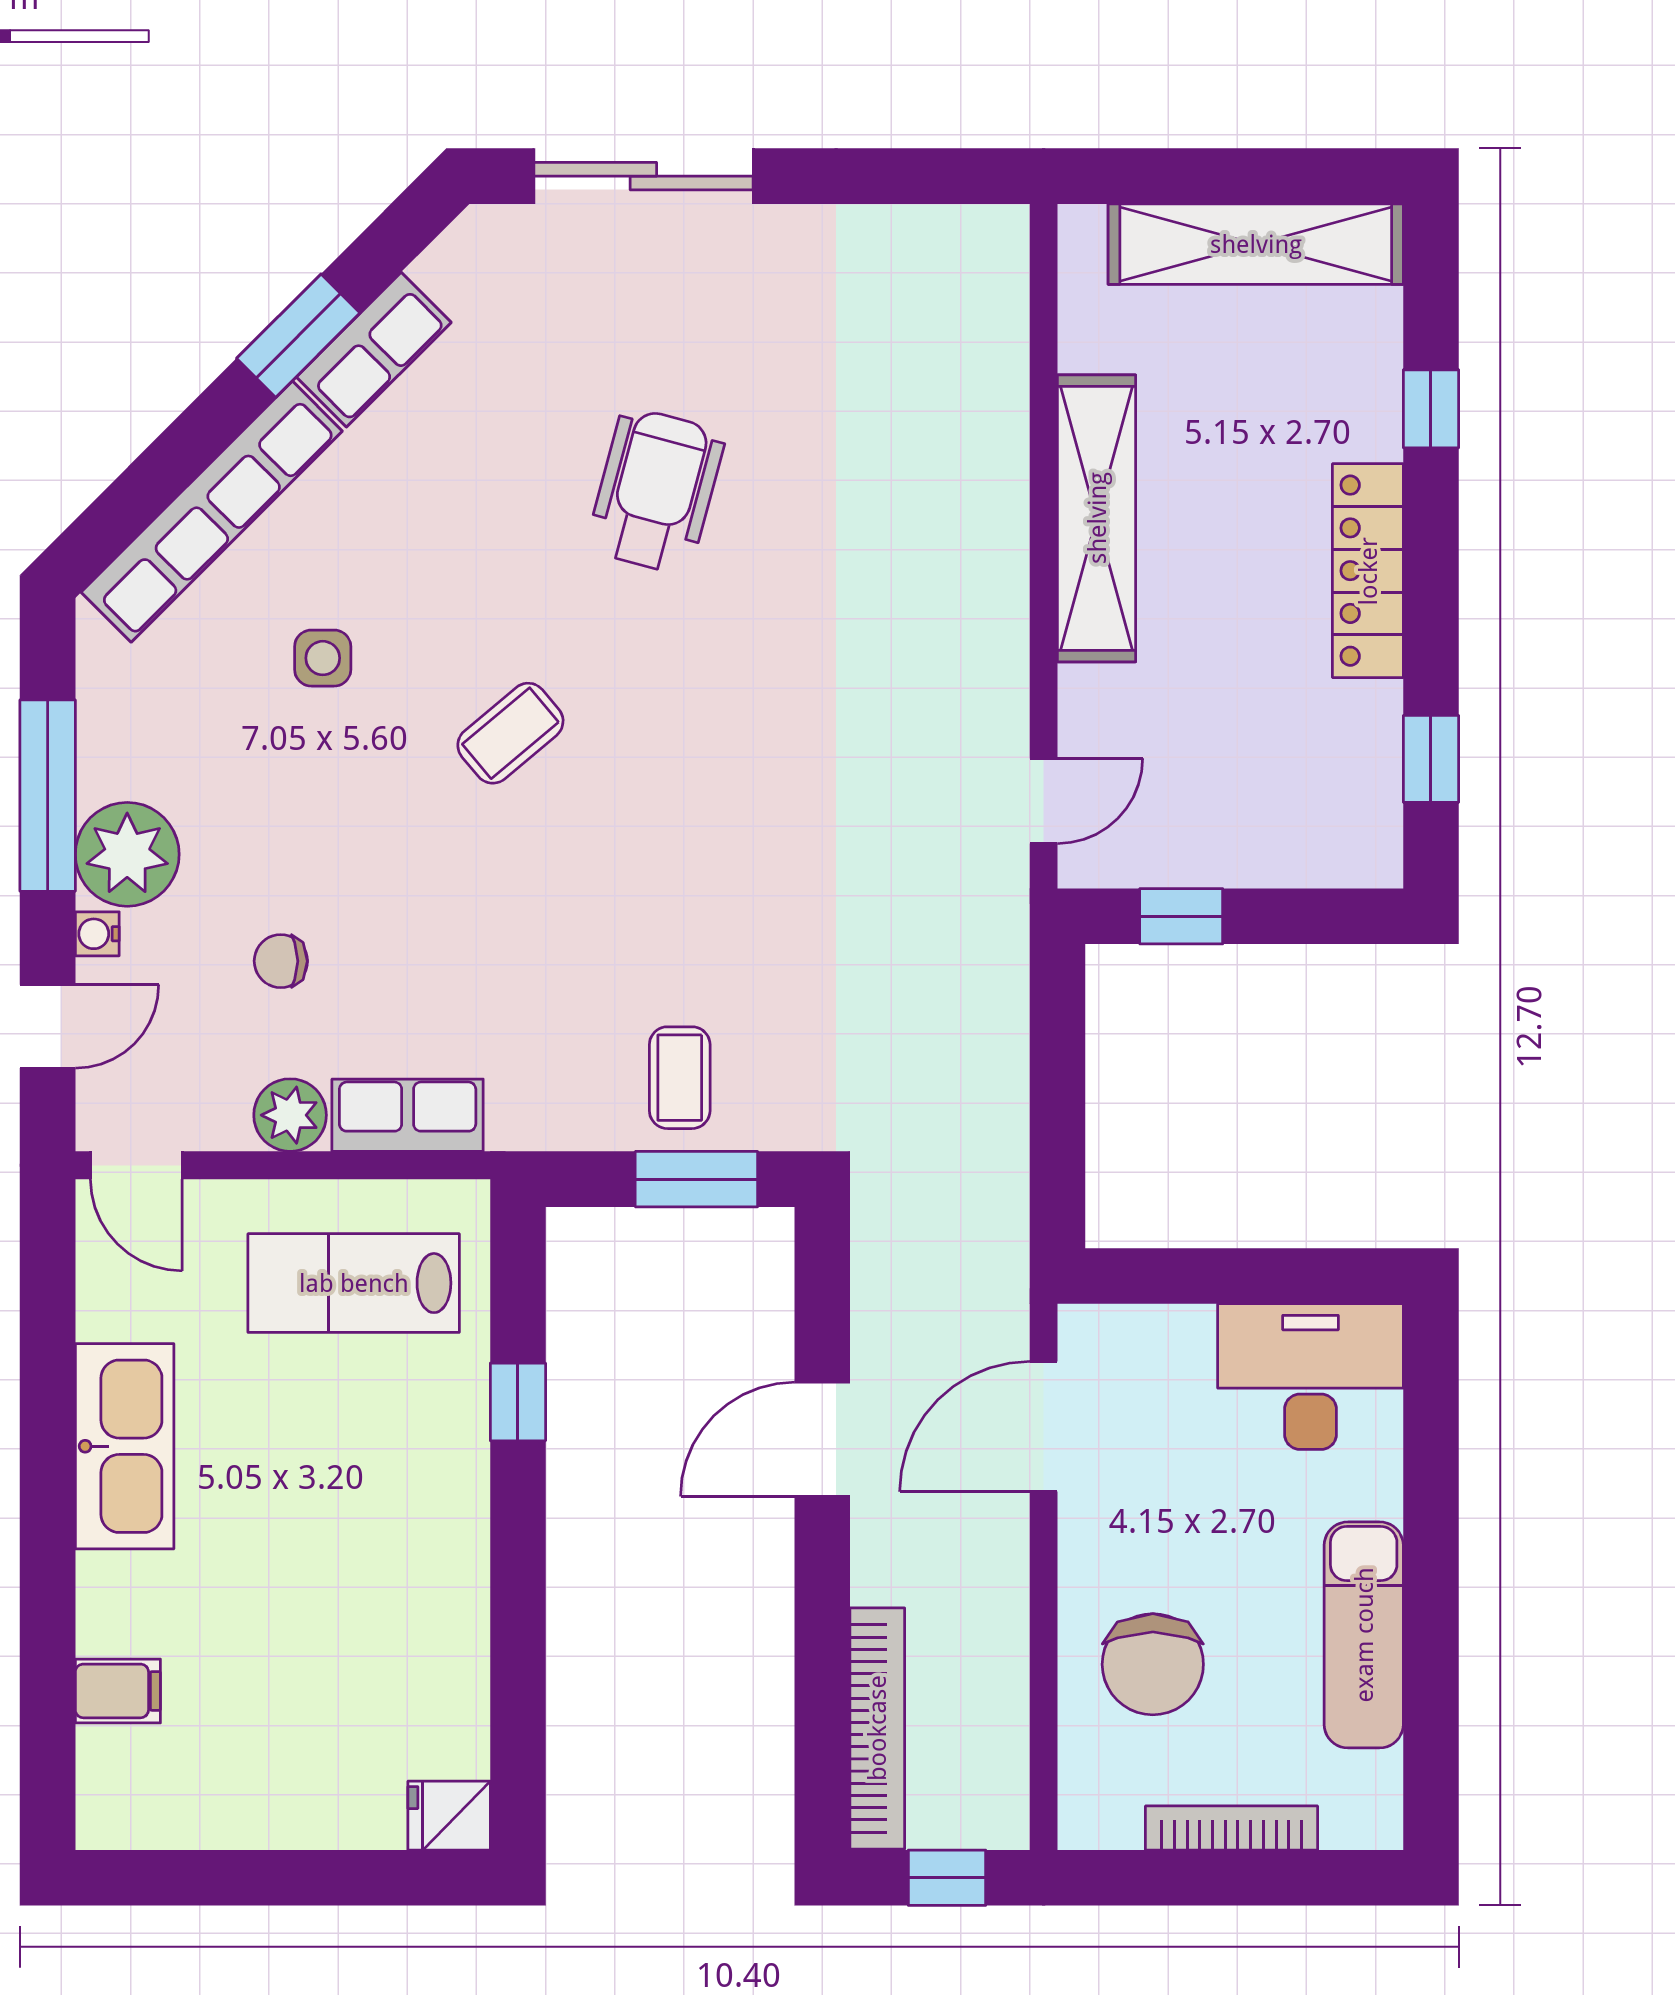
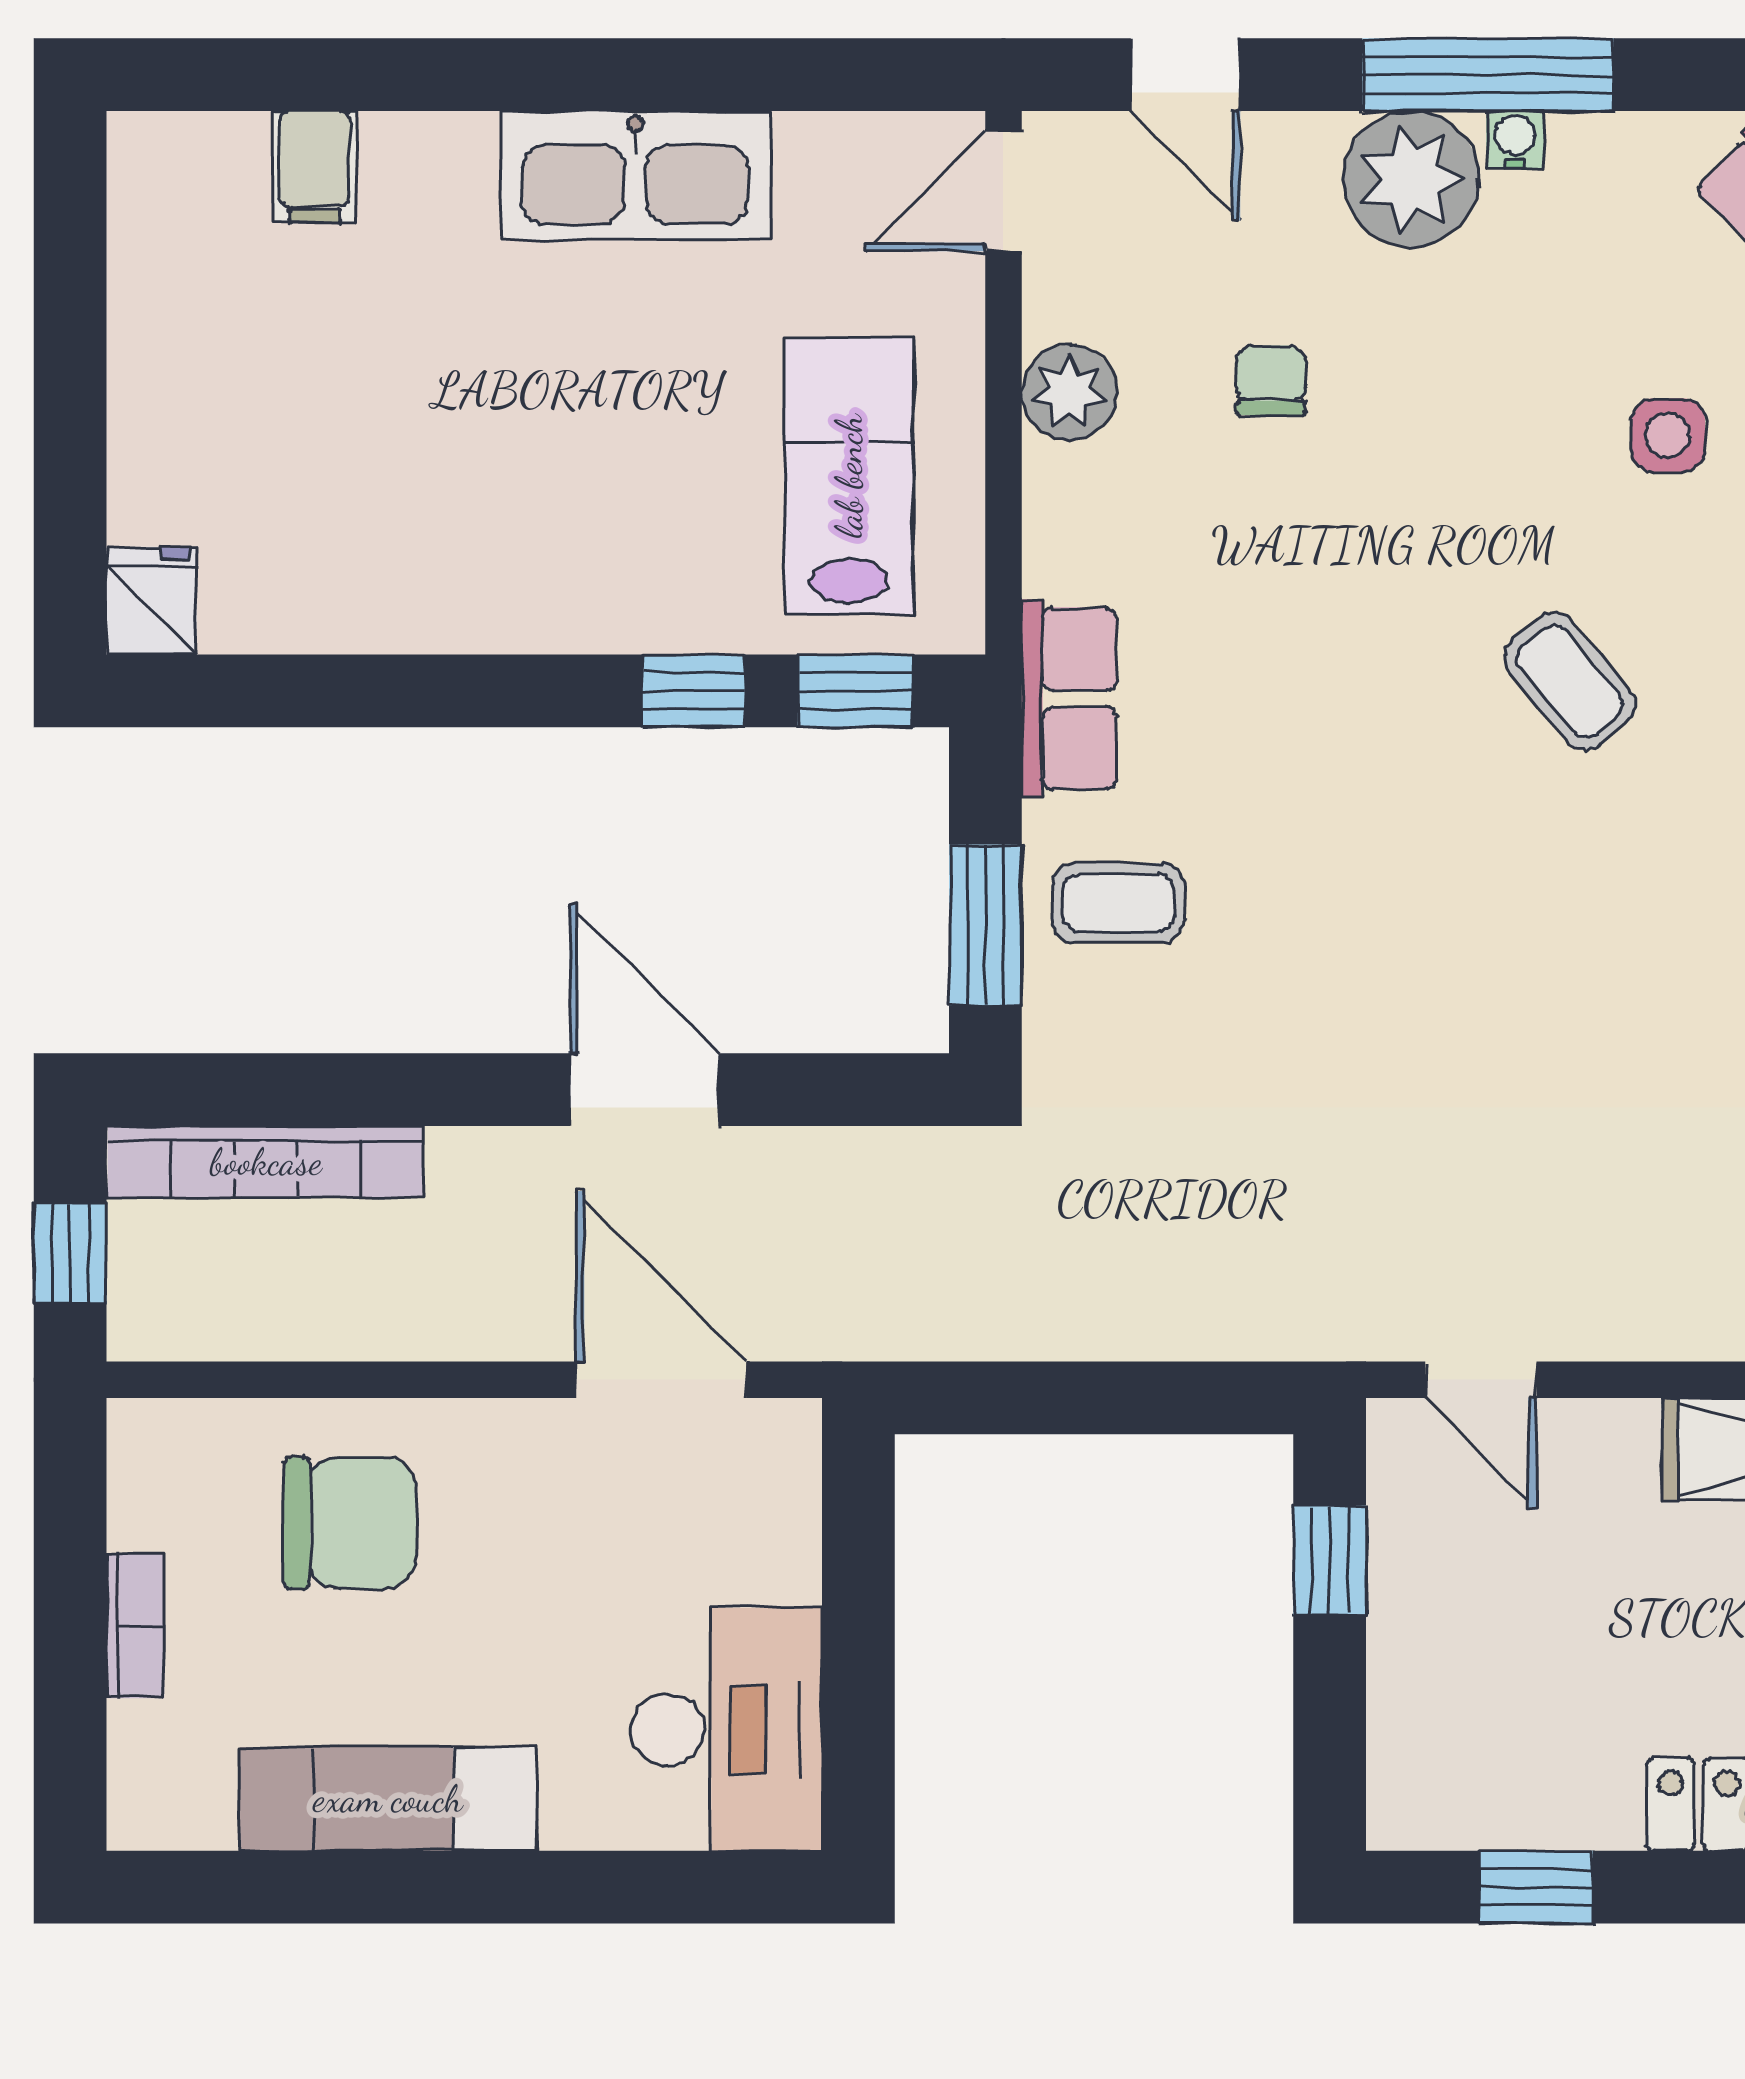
water cooler: (97, 934) -> (1515, 140), moved
row of seats: (408, 1115) -> (1069, 698), moved
window: (518, 1278) -> (855, 691), added
chair: (1153, 1664) -> (350, 1523), turned 180
bookcase: (1232, 1828) -> (135, 1626), width x0.64

